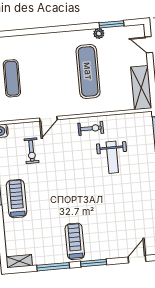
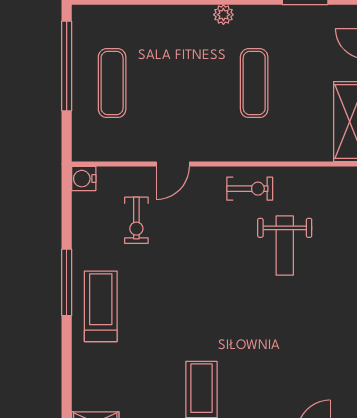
plant: (99, 34) -> (223, 15), moved
exercise mat: (88, 71) -> (254, 83), width x0.73, depth x0.69

